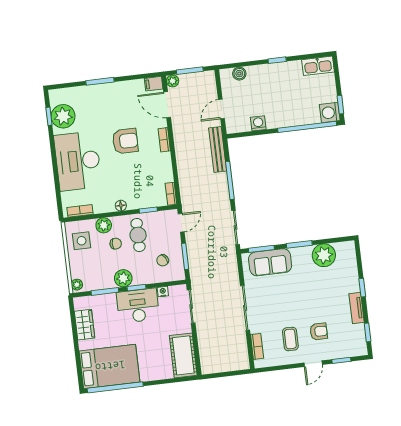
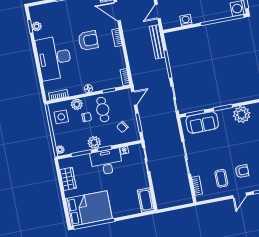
plant: (63, 116) -> (37, 26), width x0.53, depth x0.53
cot: (183, 355) -> (146, 200), width x0.73, depth x0.75

